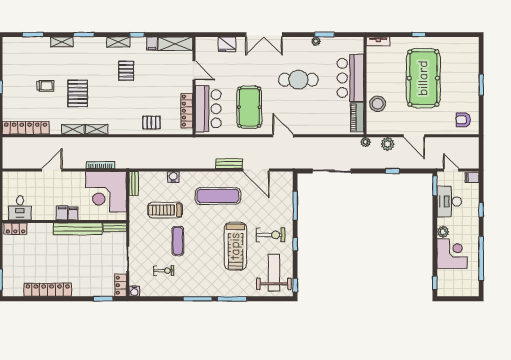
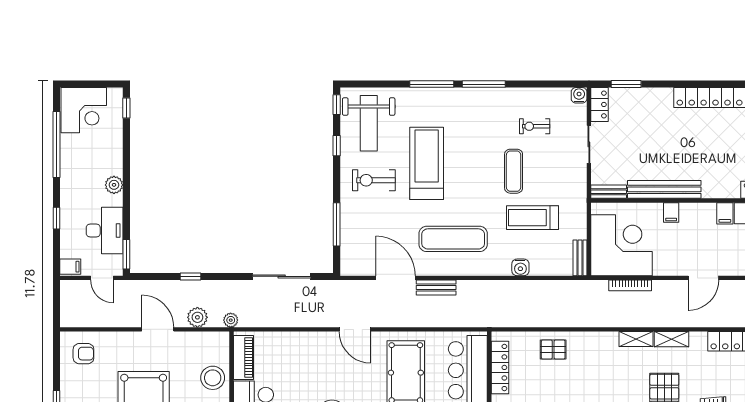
treadmill: (165, 210) -> (533, 218), turned 180
filing cabinet: (62, 213) -> (725, 213), moved
window: (295, 244) -> (337, 146), moved
corner desk: (452, 254) -> (84, 110), moved, turned -90

